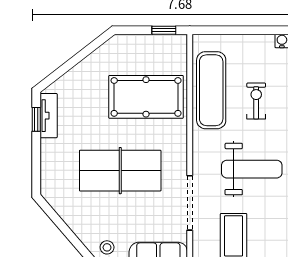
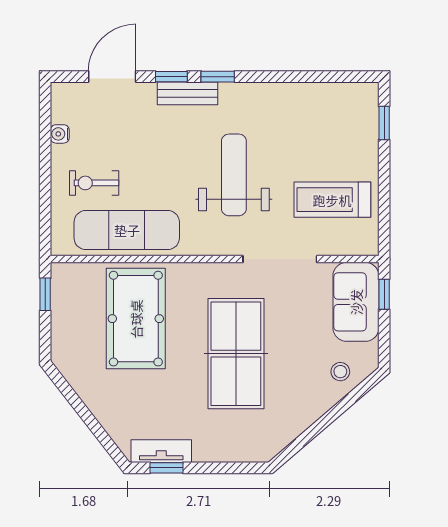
exercise bike: (256, 101) -> (94, 183), moved

